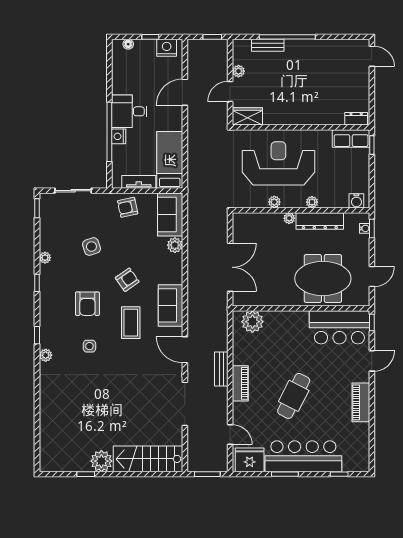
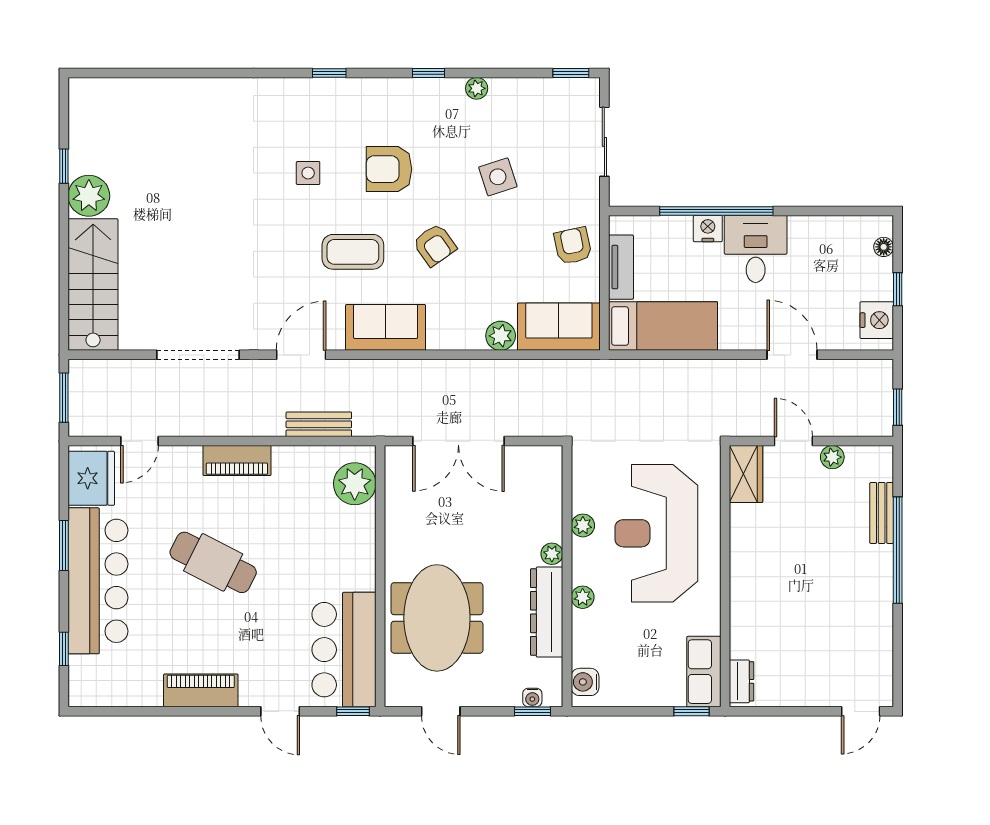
reception desk: (278, 163) -> (656, 533), turned 180
plant: (46, 355) -> (291, 90), removed
bench: (221, 369) -> (319, 424), moved

